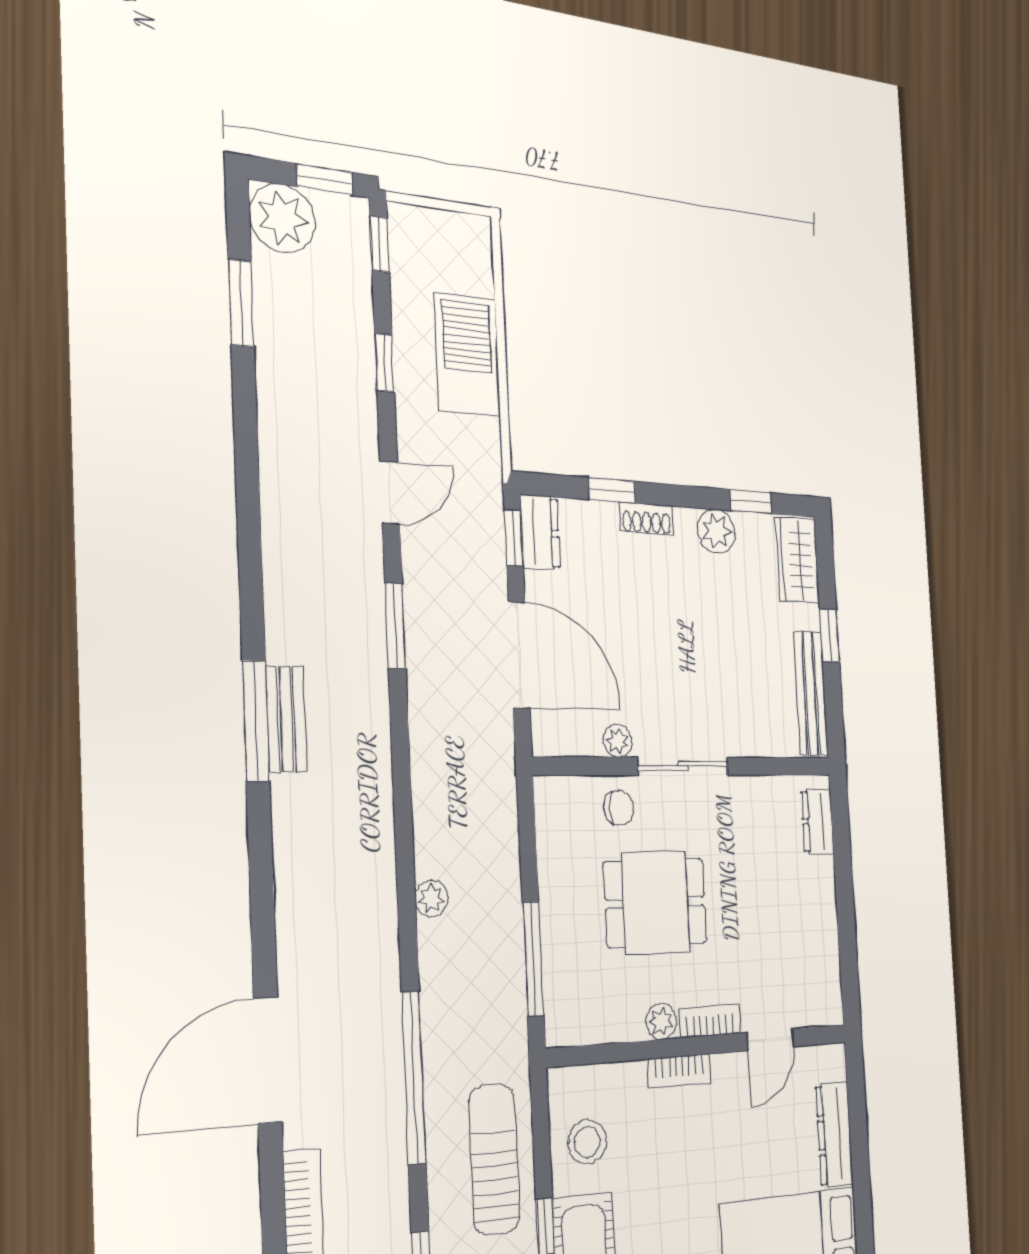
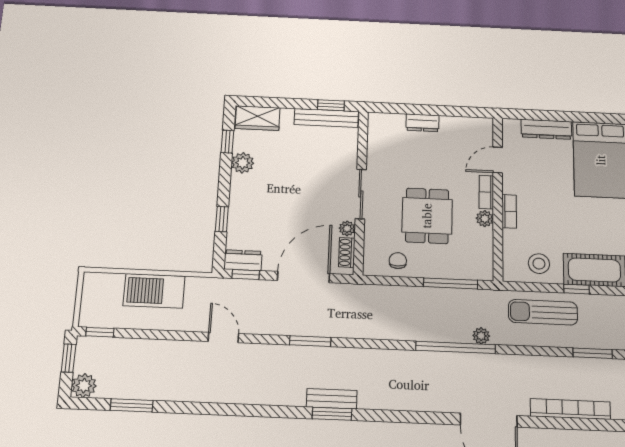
plant: (282, 218) -> (84, 386), width x0.73, depth x0.73
window: (385, 363) -> (159, 335), removed
shoe rack: (646, 519) -> (347, 252), moved, turned 180
window: (395, 626) -> (310, 341), moved
window: (830, 636) -> (331, 105), moved
window: (256, 721) -> (332, 414), width x0.69
chair: (619, 808) -> (398, 261), moved
dresser: (818, 821) -> (423, 123), moved
plant: (431, 898) -> (481, 336), moved
door: (770, 1040) -> (498, 160), swing flipped
window: (414, 1077) -> (456, 347), moved

